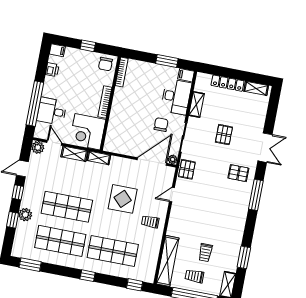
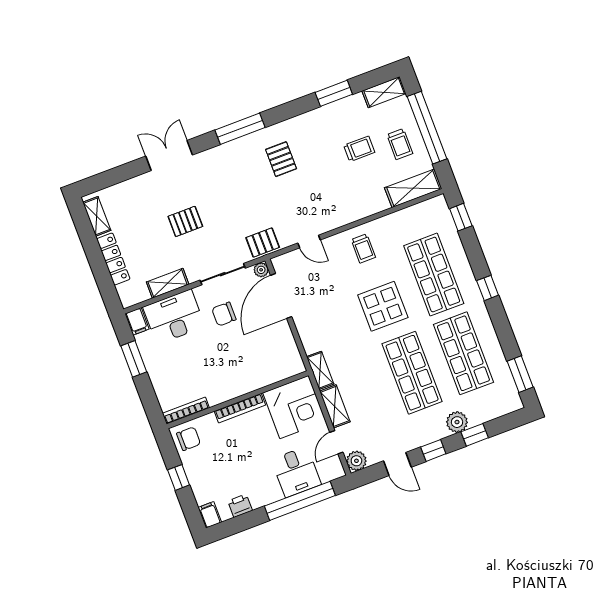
door: (152, 162) -> (281, 296), hinge flipped
pallet: (238, 173) -> (281, 159), moved
display table: (123, 199) -> (383, 306), moved
shelving: (168, 261) -> (413, 188), width x0.68

